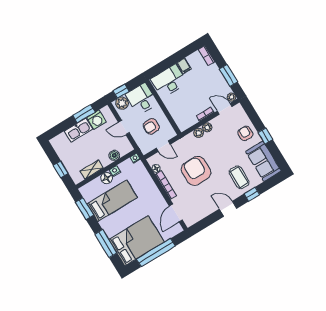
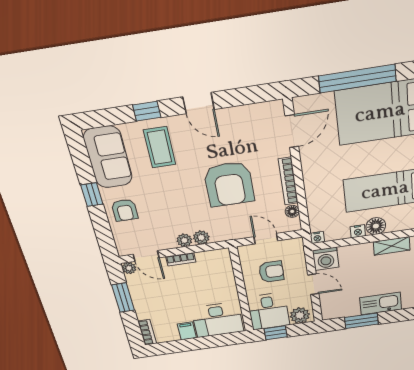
window: (121, 91) -> (276, 333), moved
washing machine: (97, 120) -> (326, 259), moved, turned 180
boiler: (114, 155) -> (347, 253), removed

